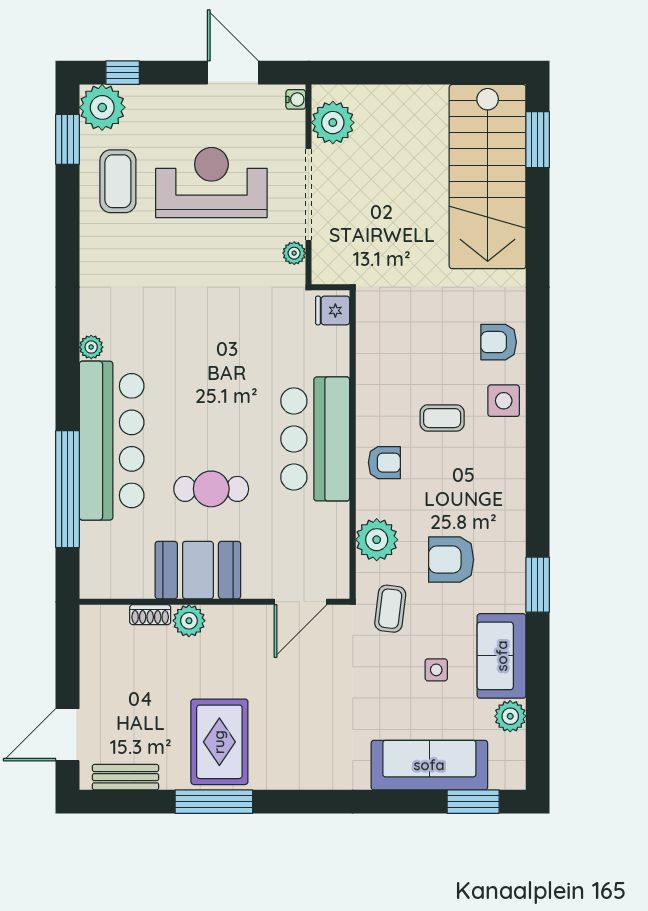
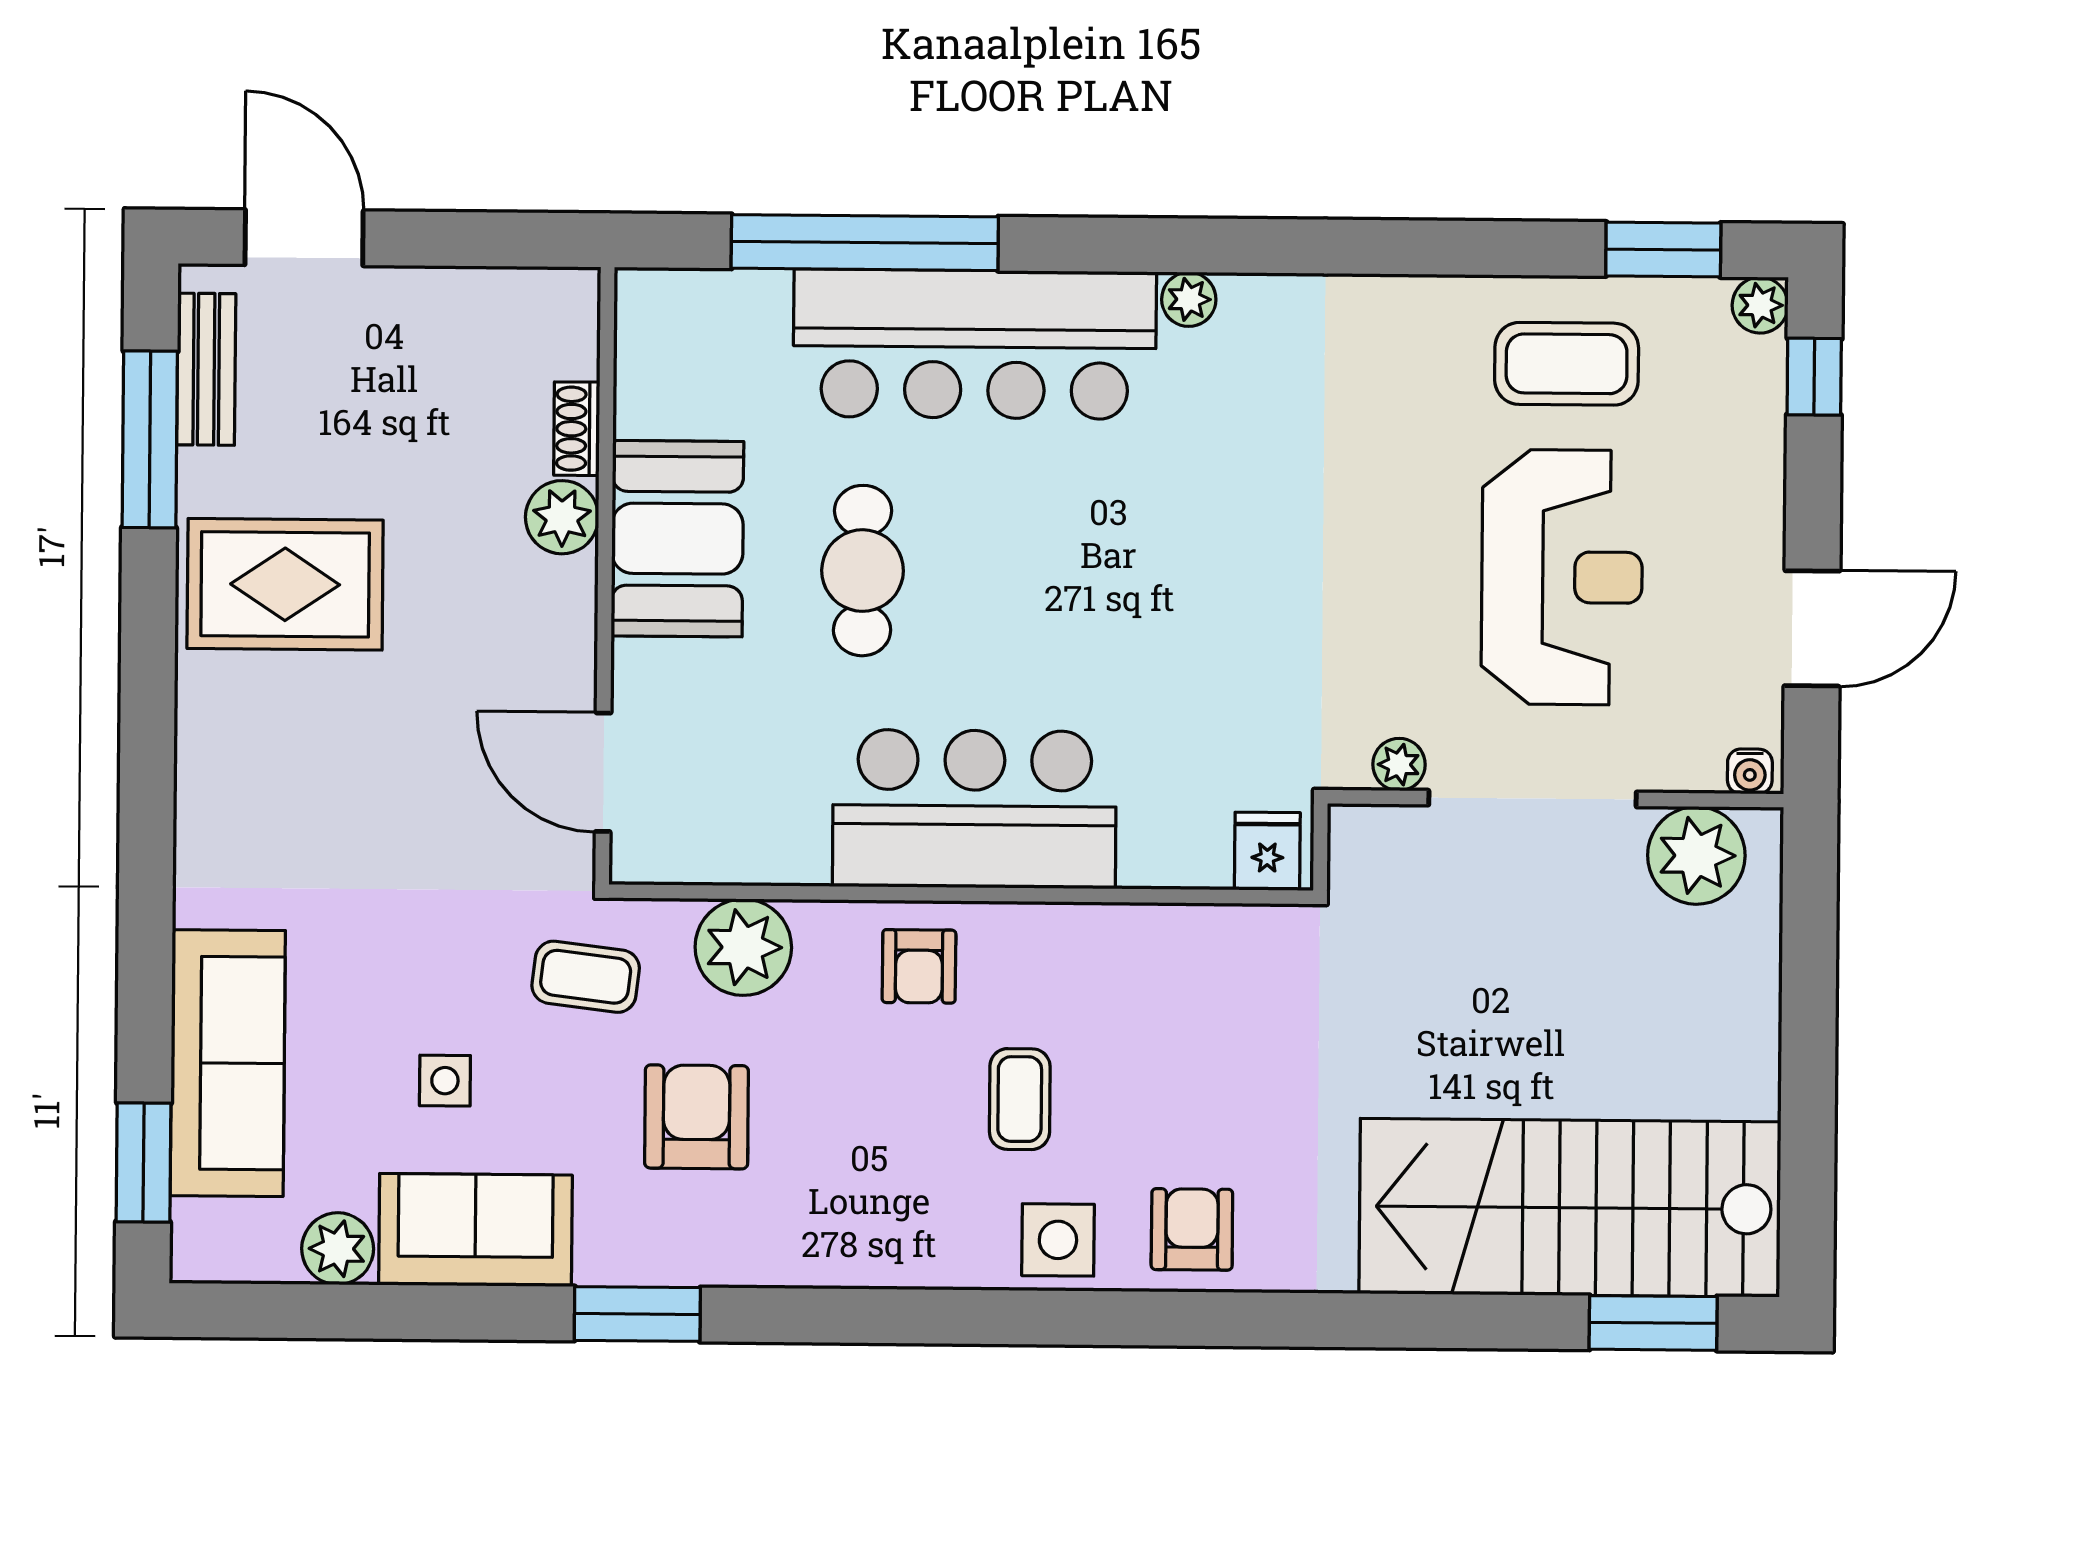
plant: (102, 107) -> (1760, 305), width x0.53, depth x0.53
window: (214, 802) -> (150, 439), moved

